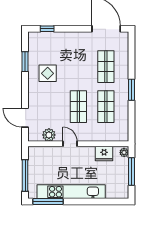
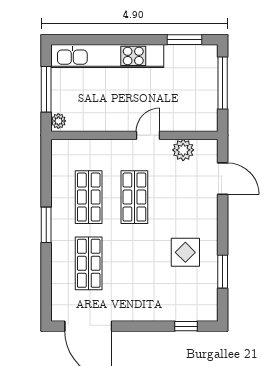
door: (70, 144) -> (148, 135), swing flipped
fridge: (104, 153) -> (92, 119), removed
kitchen unit: (71, 192) -> (107, 56), moved
window: (48, 202) -> (185, 40), width x0.69

